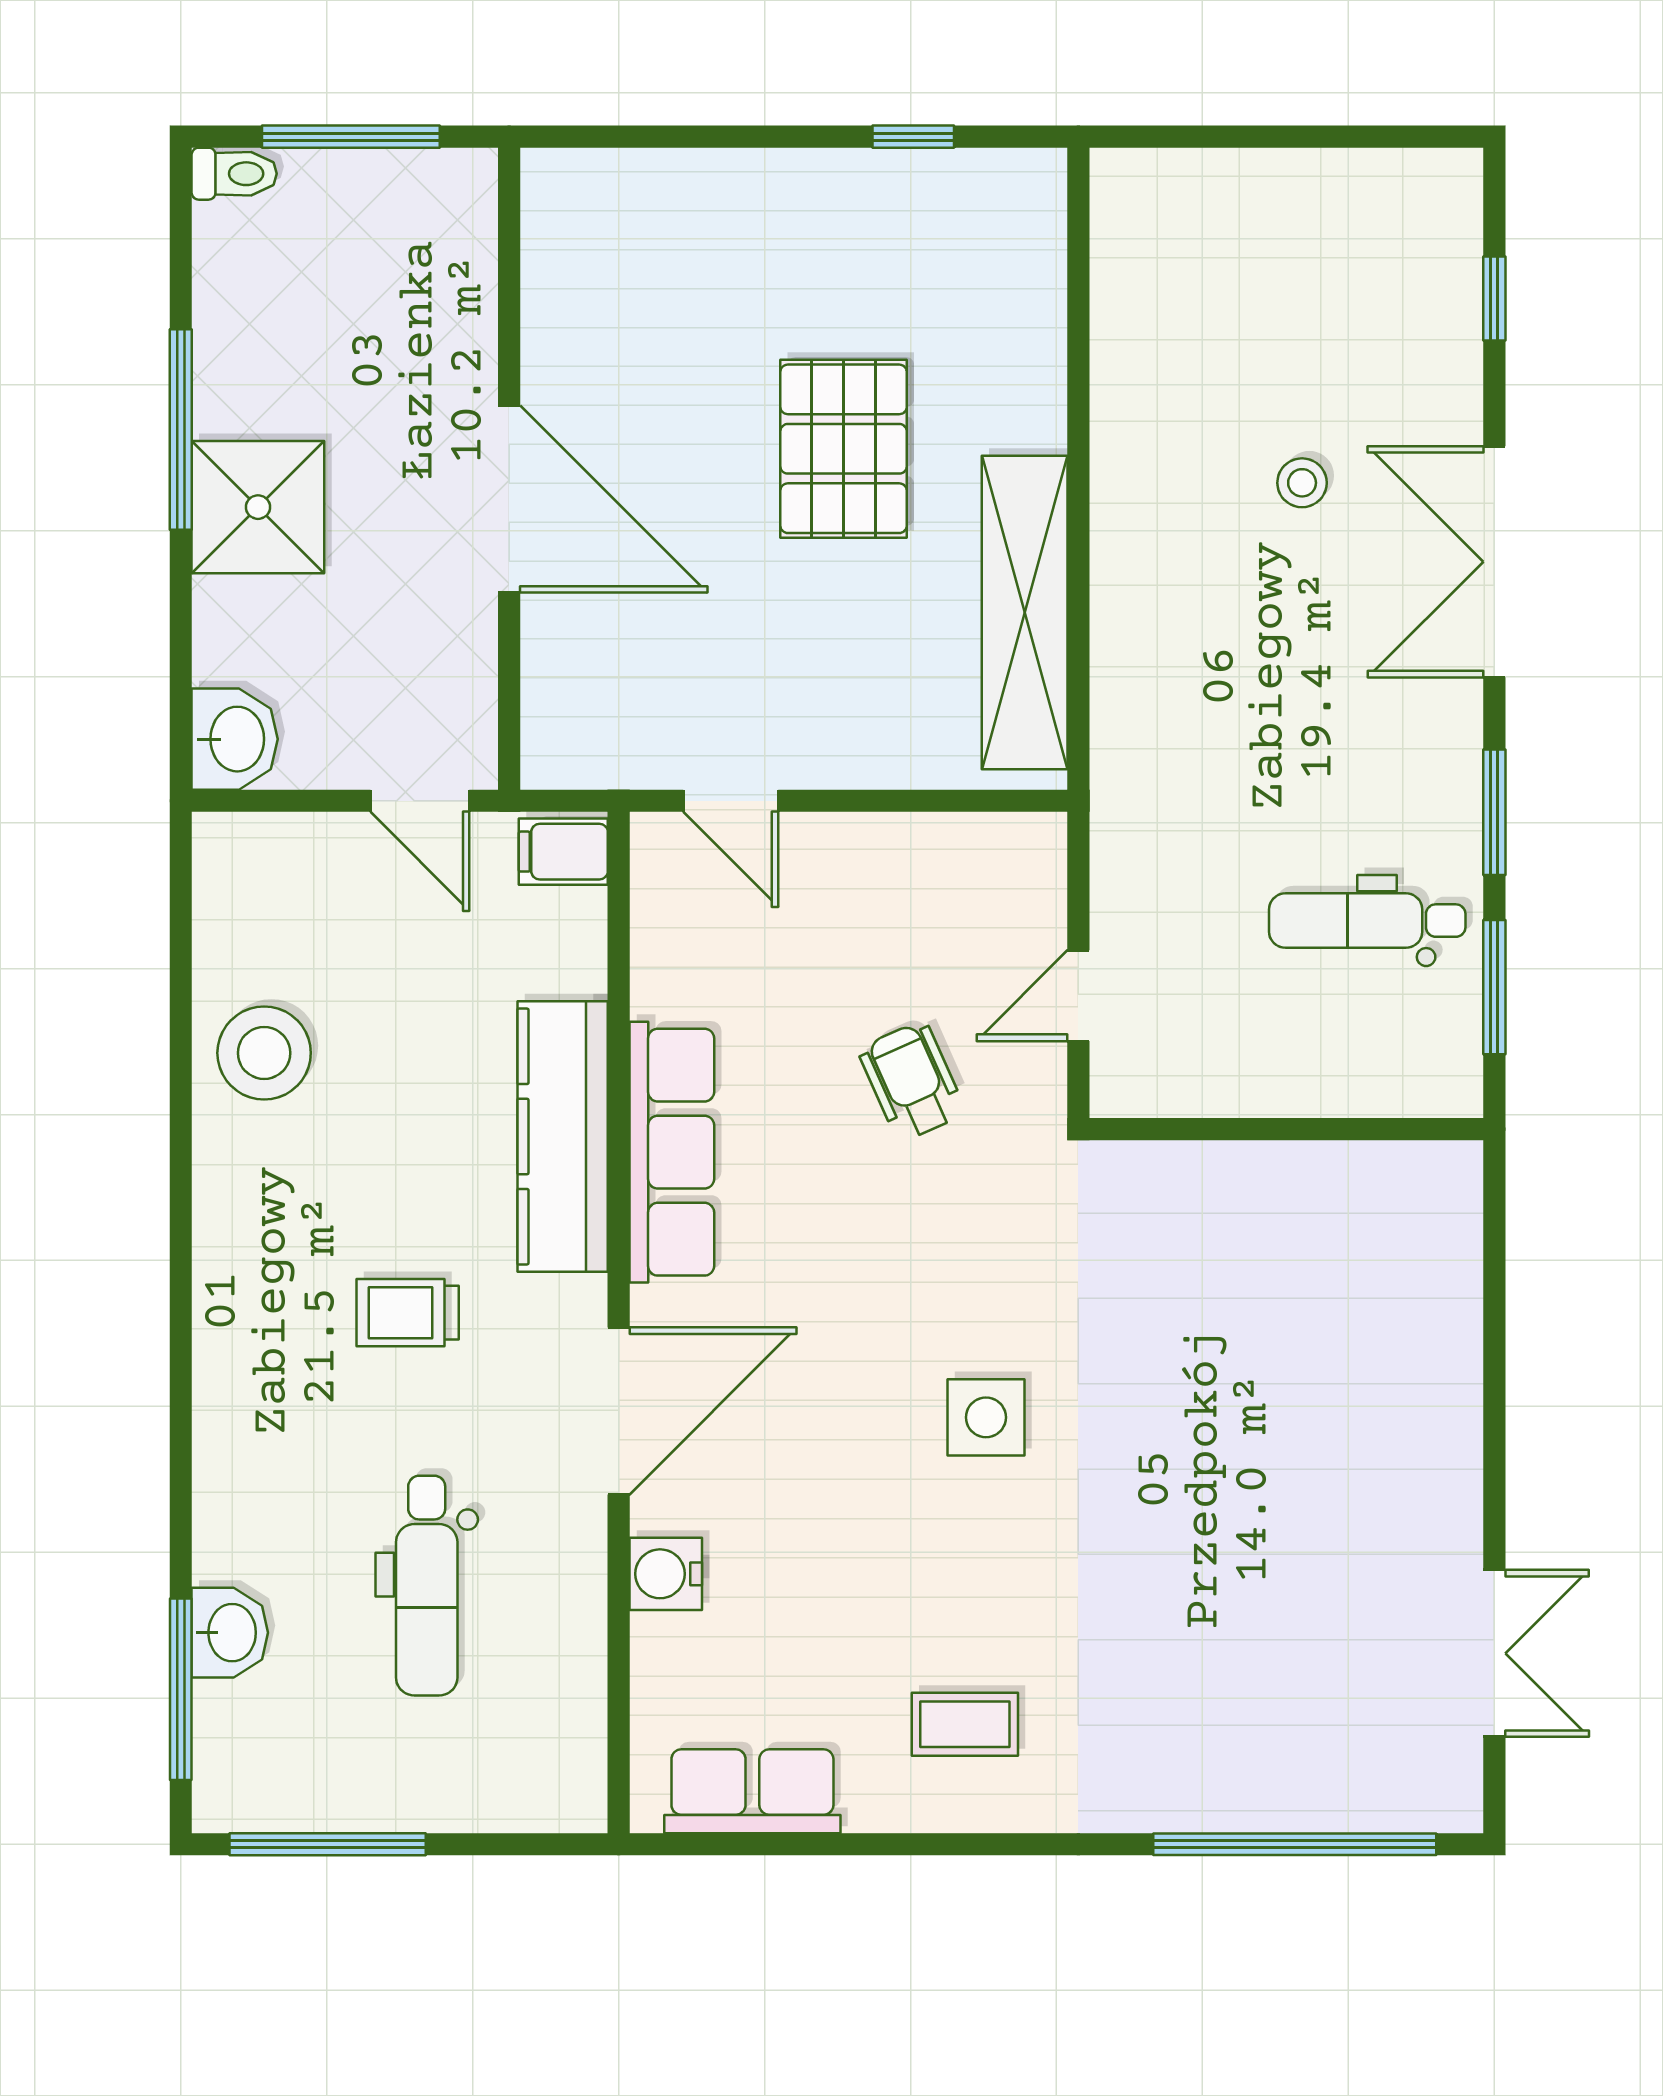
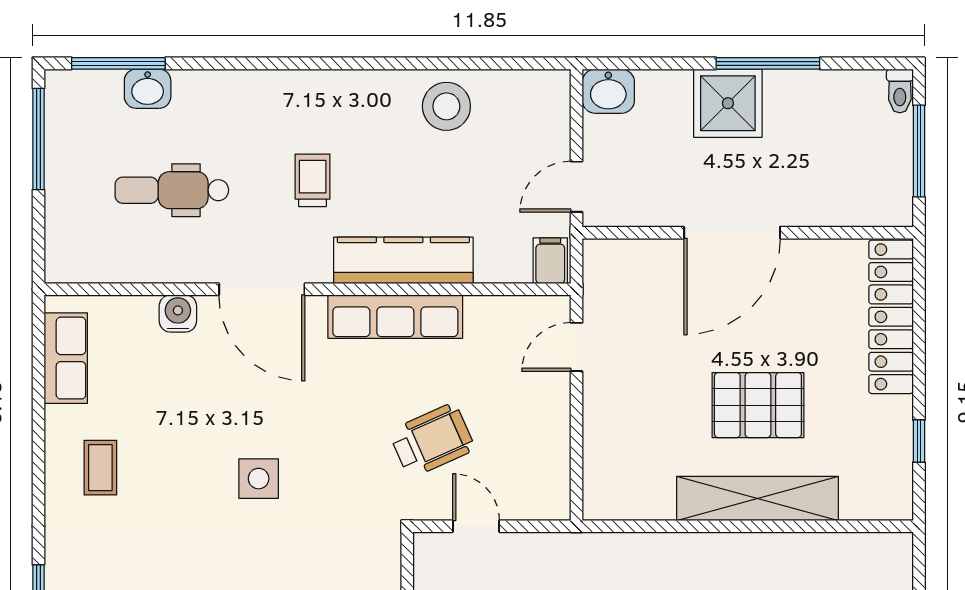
locker: (672, 191) -> (891, 317), added
shelving: (1025, 613) -> (757, 498), moved
wheelchair: (912, 1081) -> (432, 440), width x1.36, depth x1.37

